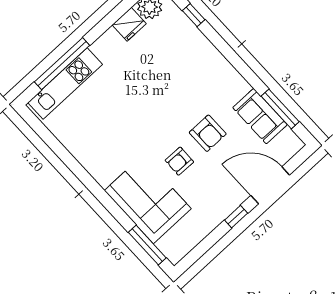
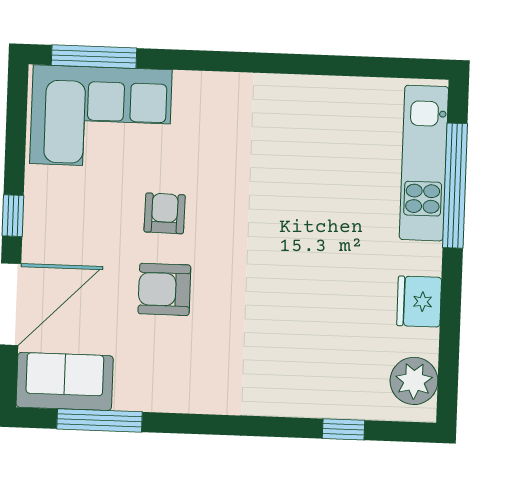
fridge: (129, 24) -> (419, 302), moved
sofa: (260, 116) -> (65, 381), moved
corner sofa: (148, 200) -> (101, 117), moved

